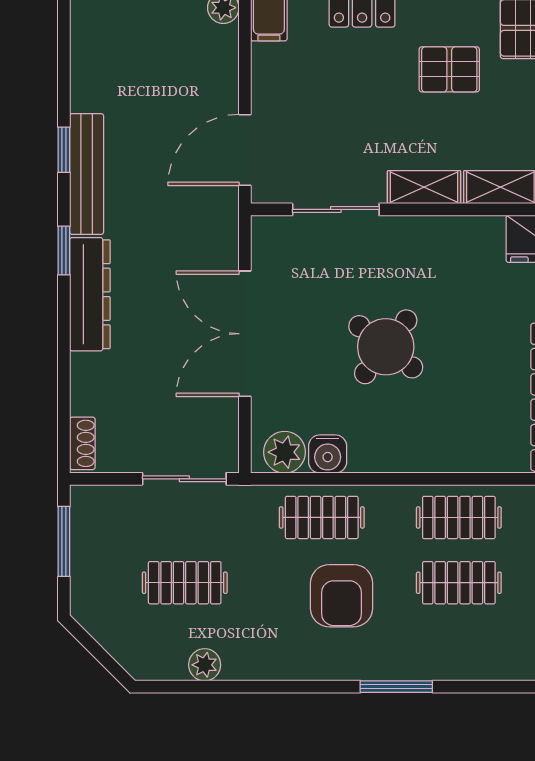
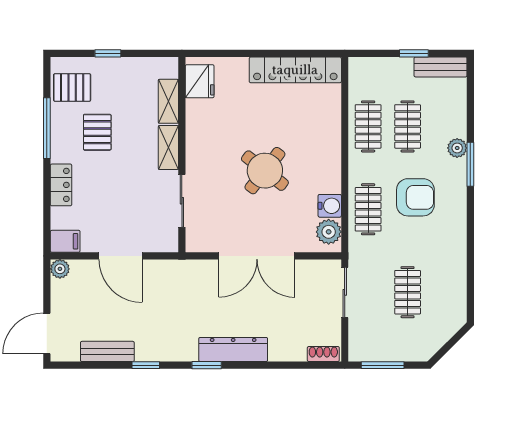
door: (245, 150) -> (120, 256), moved
bench: (87, 174) -> (107, 351), moved, width x0.73
plant: (205, 665) -> (457, 148), moved

